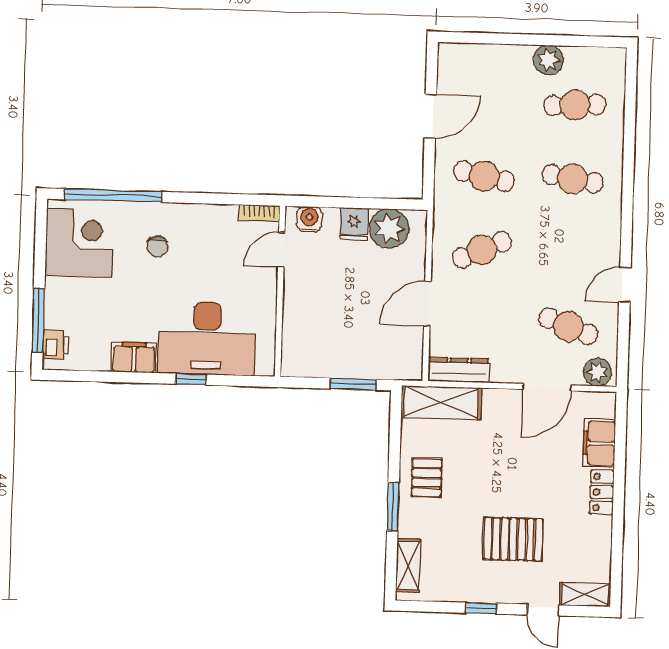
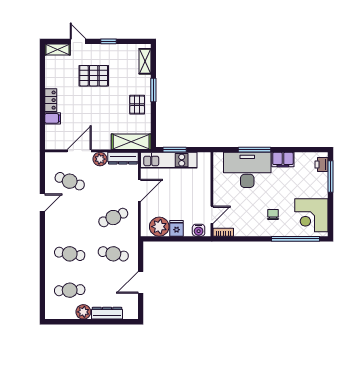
dresser: (500, 56) -> (107, 313), added
kitchen unit: (366, 363) -> (169, 160), added
plant: (598, 372) -> (100, 159), moved
window: (191, 379) -> (255, 150), width x2.17
filing cabinet: (599, 443) -> (53, 118), width x0.50

